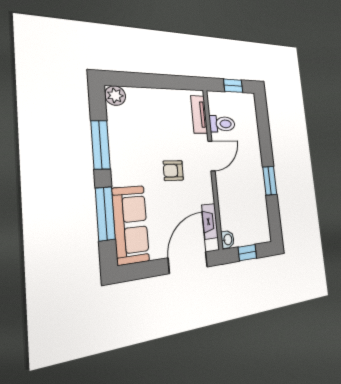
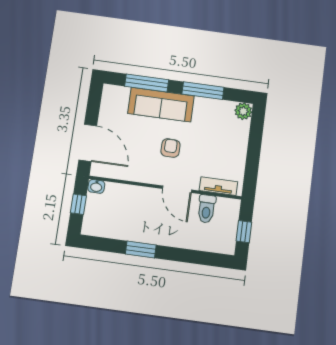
fireplace: (210, 221) -> (117, 173), removed
sofa: (131, 225) -> (161, 105), moved

